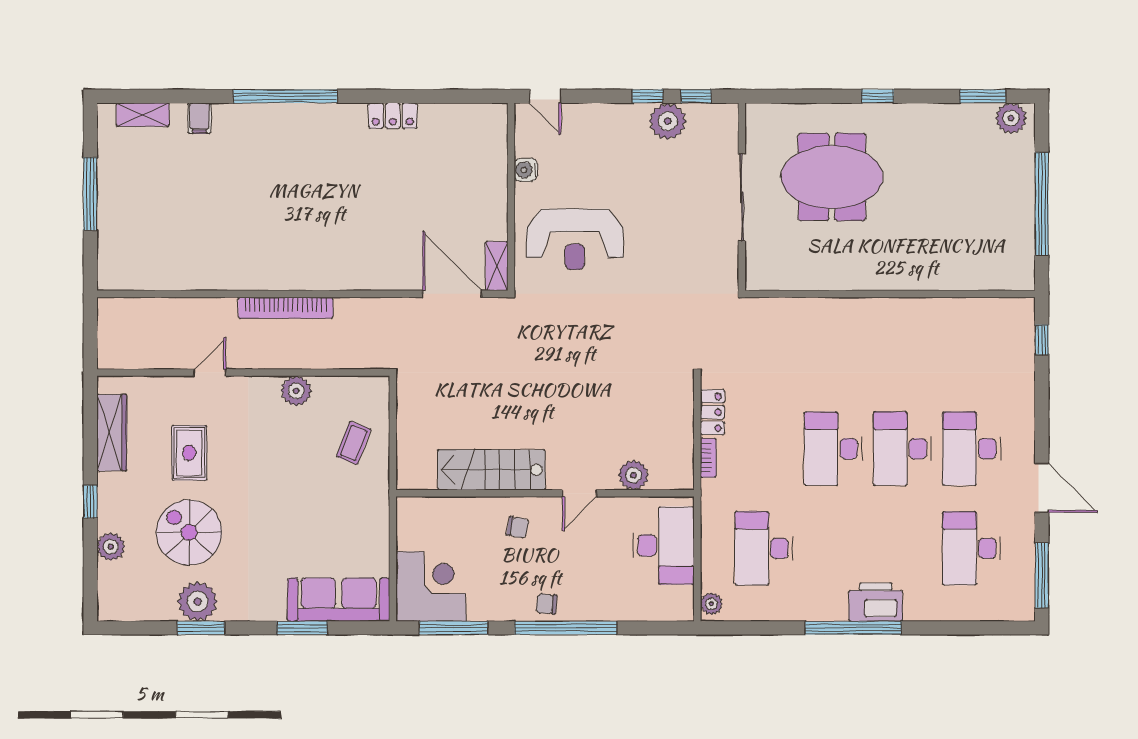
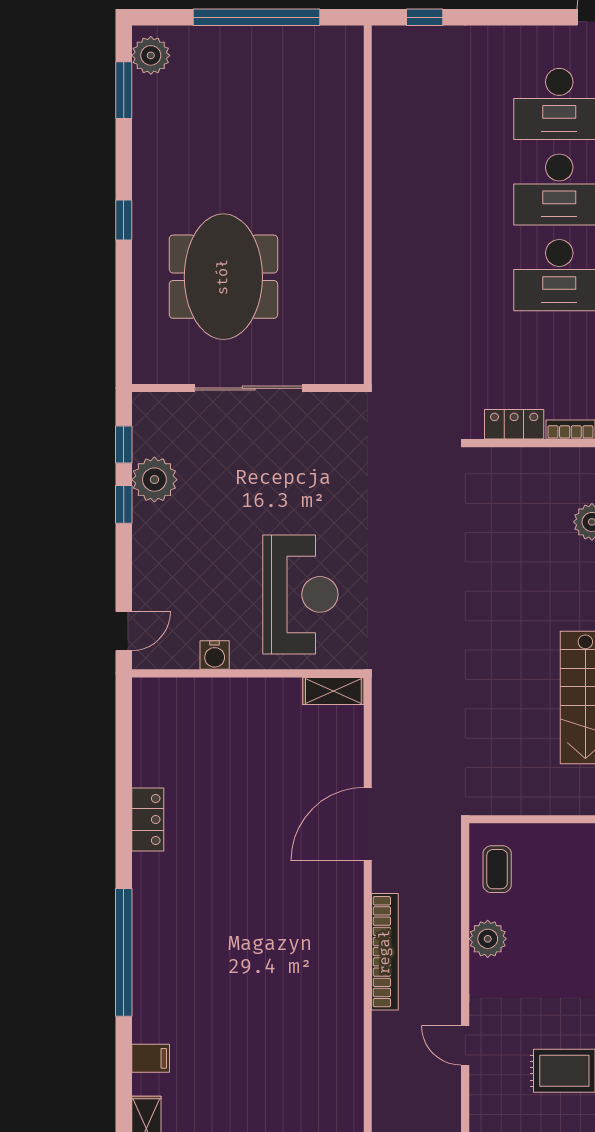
door: (452, 294) -> (368, 824), moved
coffee table: (354, 443) -> (497, 869), moved, turned 69

